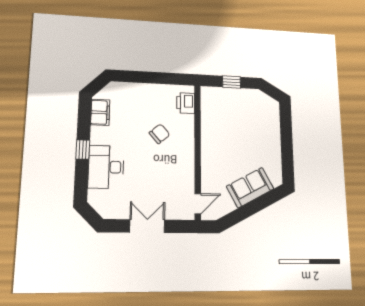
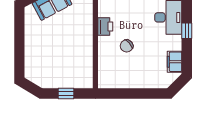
printer: (186, 103) -> (105, 27), moved

